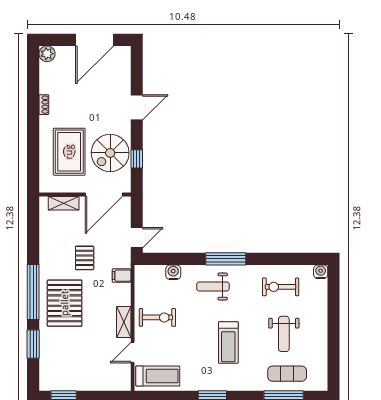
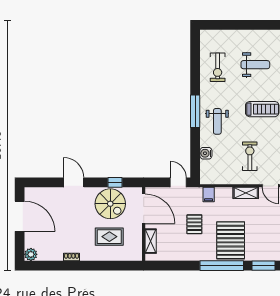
rug: (69, 152) -> (109, 237), width x0.73, depth x0.70
pallet: (85, 258) -> (194, 224), turned 90
water cooler: (321, 272) -> (206, 35), removed
pallet: (65, 303) -> (231, 240), turned 90
exercise bike: (157, 317) -> (250, 156), moved

